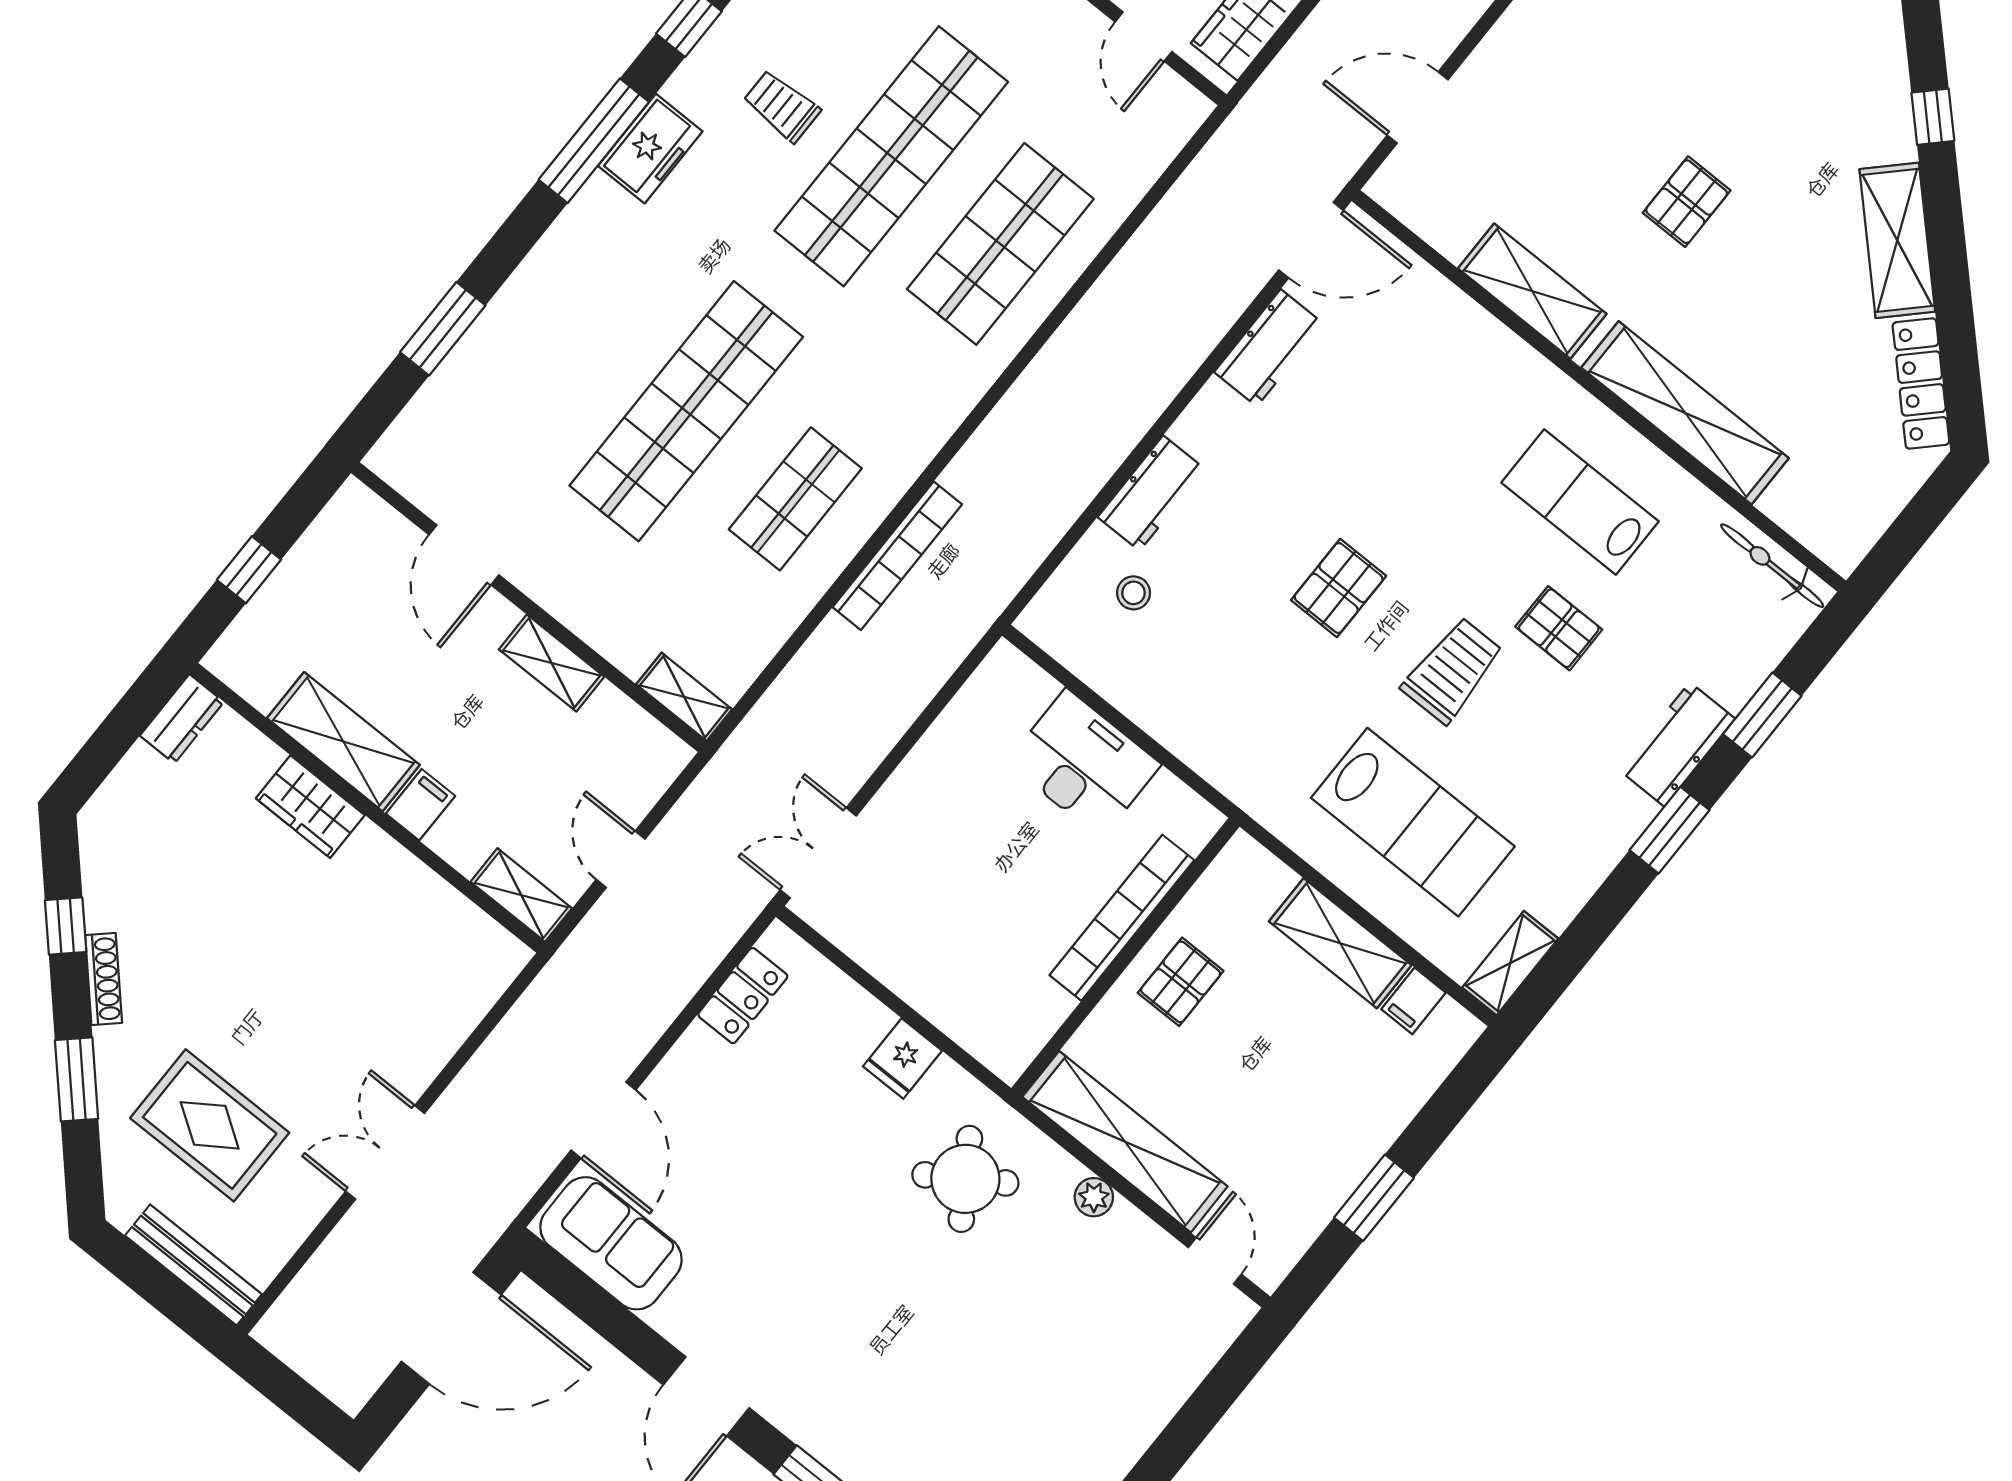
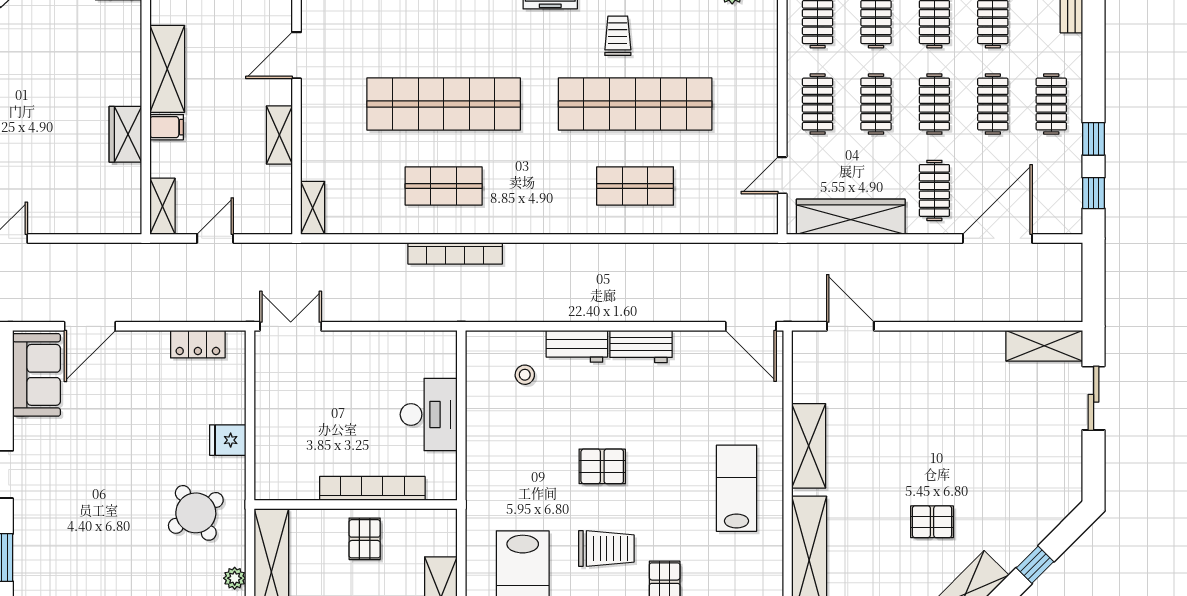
pallet: (1687, 202) -> (932, 522), moved
shop shelf: (1000, 244) -> (635, 186), width x0.70, depth x0.74
workbench: (1269, 348) -> (641, 347), moved
lab bench: (1580, 502) -> (737, 488), moved
wardrobe: (310, 807) -> (125, 134), moved
pallet: (1181, 982) -> (365, 539), turned 90

